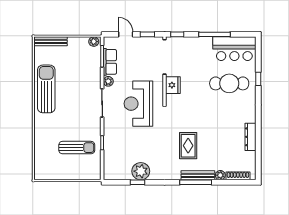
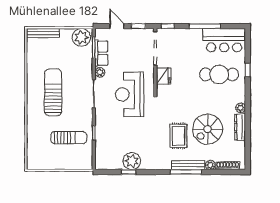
plant: (94, 42) -> (81, 37), width x1.88, depth x1.88
sun lounger: (46, 89) -> (53, 92), moved
plant: (251, 117) -> (241, 108), added
spiral stairs: (218, 139) -> (208, 129), added

